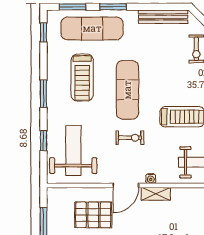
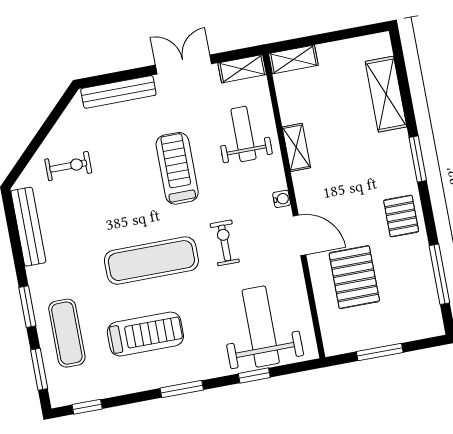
exercise mat: (92, 28) -> (67, 333), width x0.73, depth x0.69
weight bench: (73, 151) -> (261, 327), turned 90
shelving: (156, 194) -> (296, 147), moved

